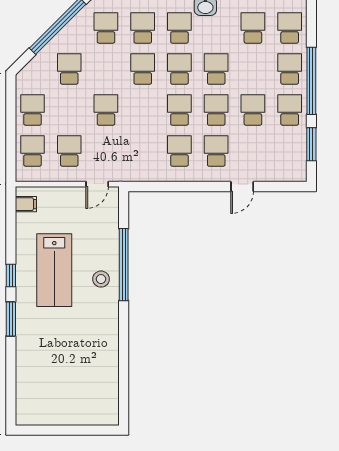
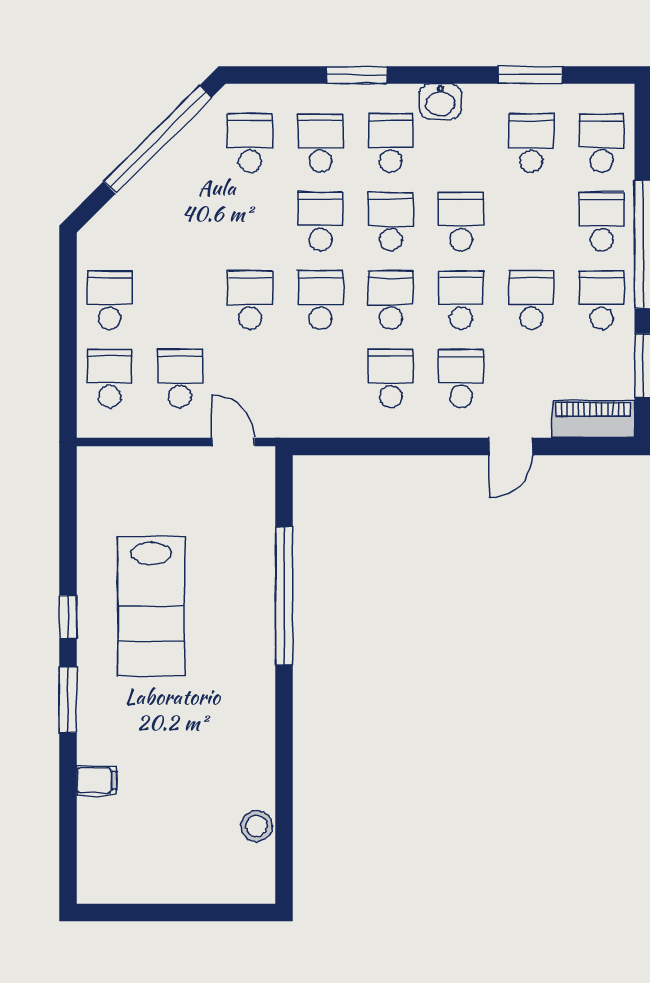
school desk: (69, 69) -> (320, 300), moved
piano: (285, 172) -> (593, 419), added
door: (97, 184) -> (233, 442), swing flipped
filing cabinet: (26, 204) -> (97, 780), moved
stool: (101, 279) -> (257, 826), moved

